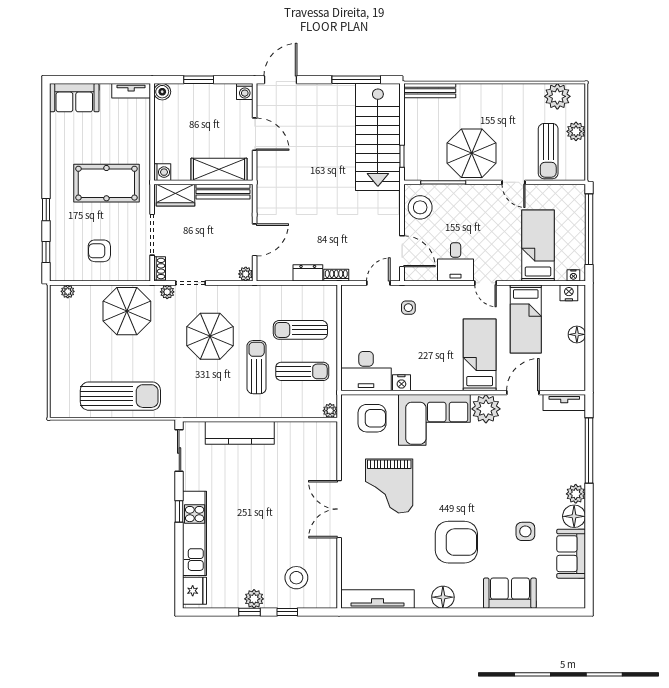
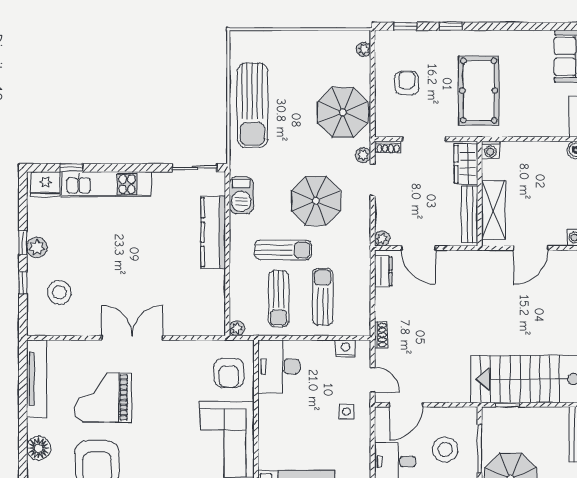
stool: (420, 207) -> (445, 449), moved
dresser: (308, 273) -> (383, 271), moved
nightstand: (401, 383) -> (346, 348), moved, turned 90
barbecue: (205, 406) -> (241, 195), added
grand piano: (389, 486) -> (103, 397), moved
window: (179, 511) -> (71, 168), moved

